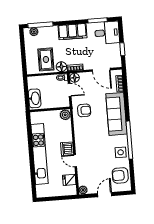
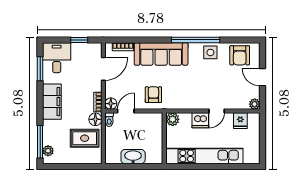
wall: (50, 109) -> (164, 138), moved
plant: (65, 115) -> (173, 119), moved

